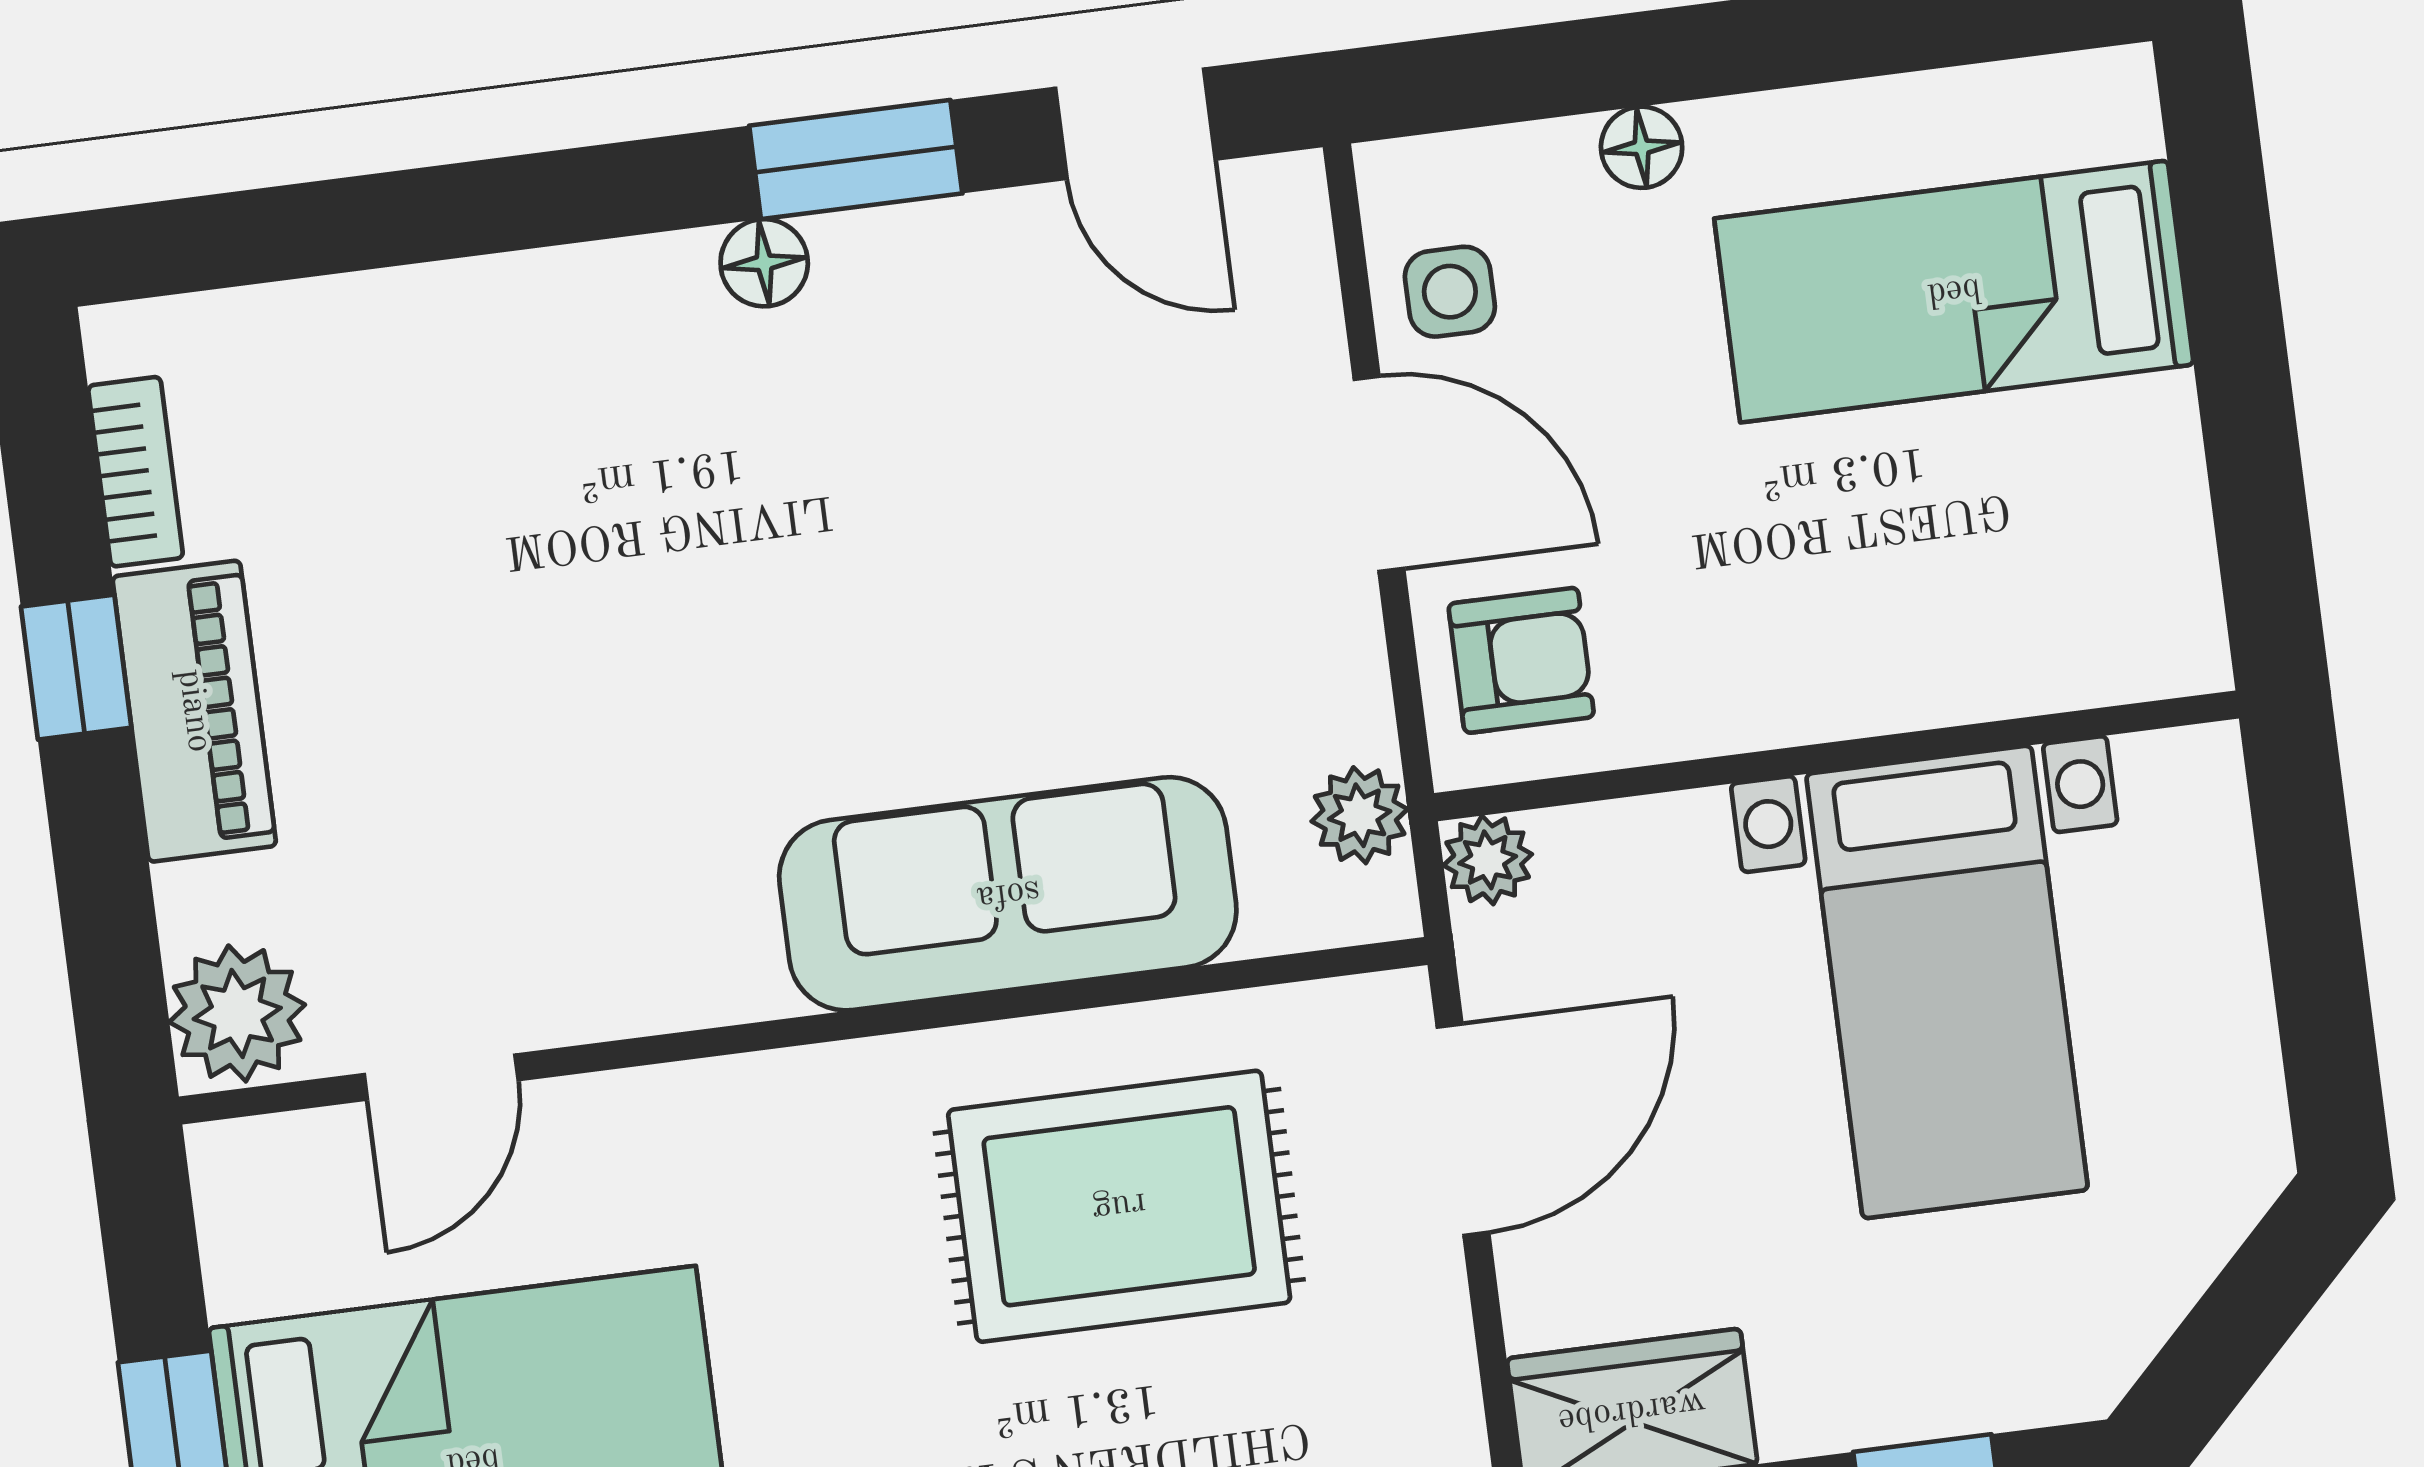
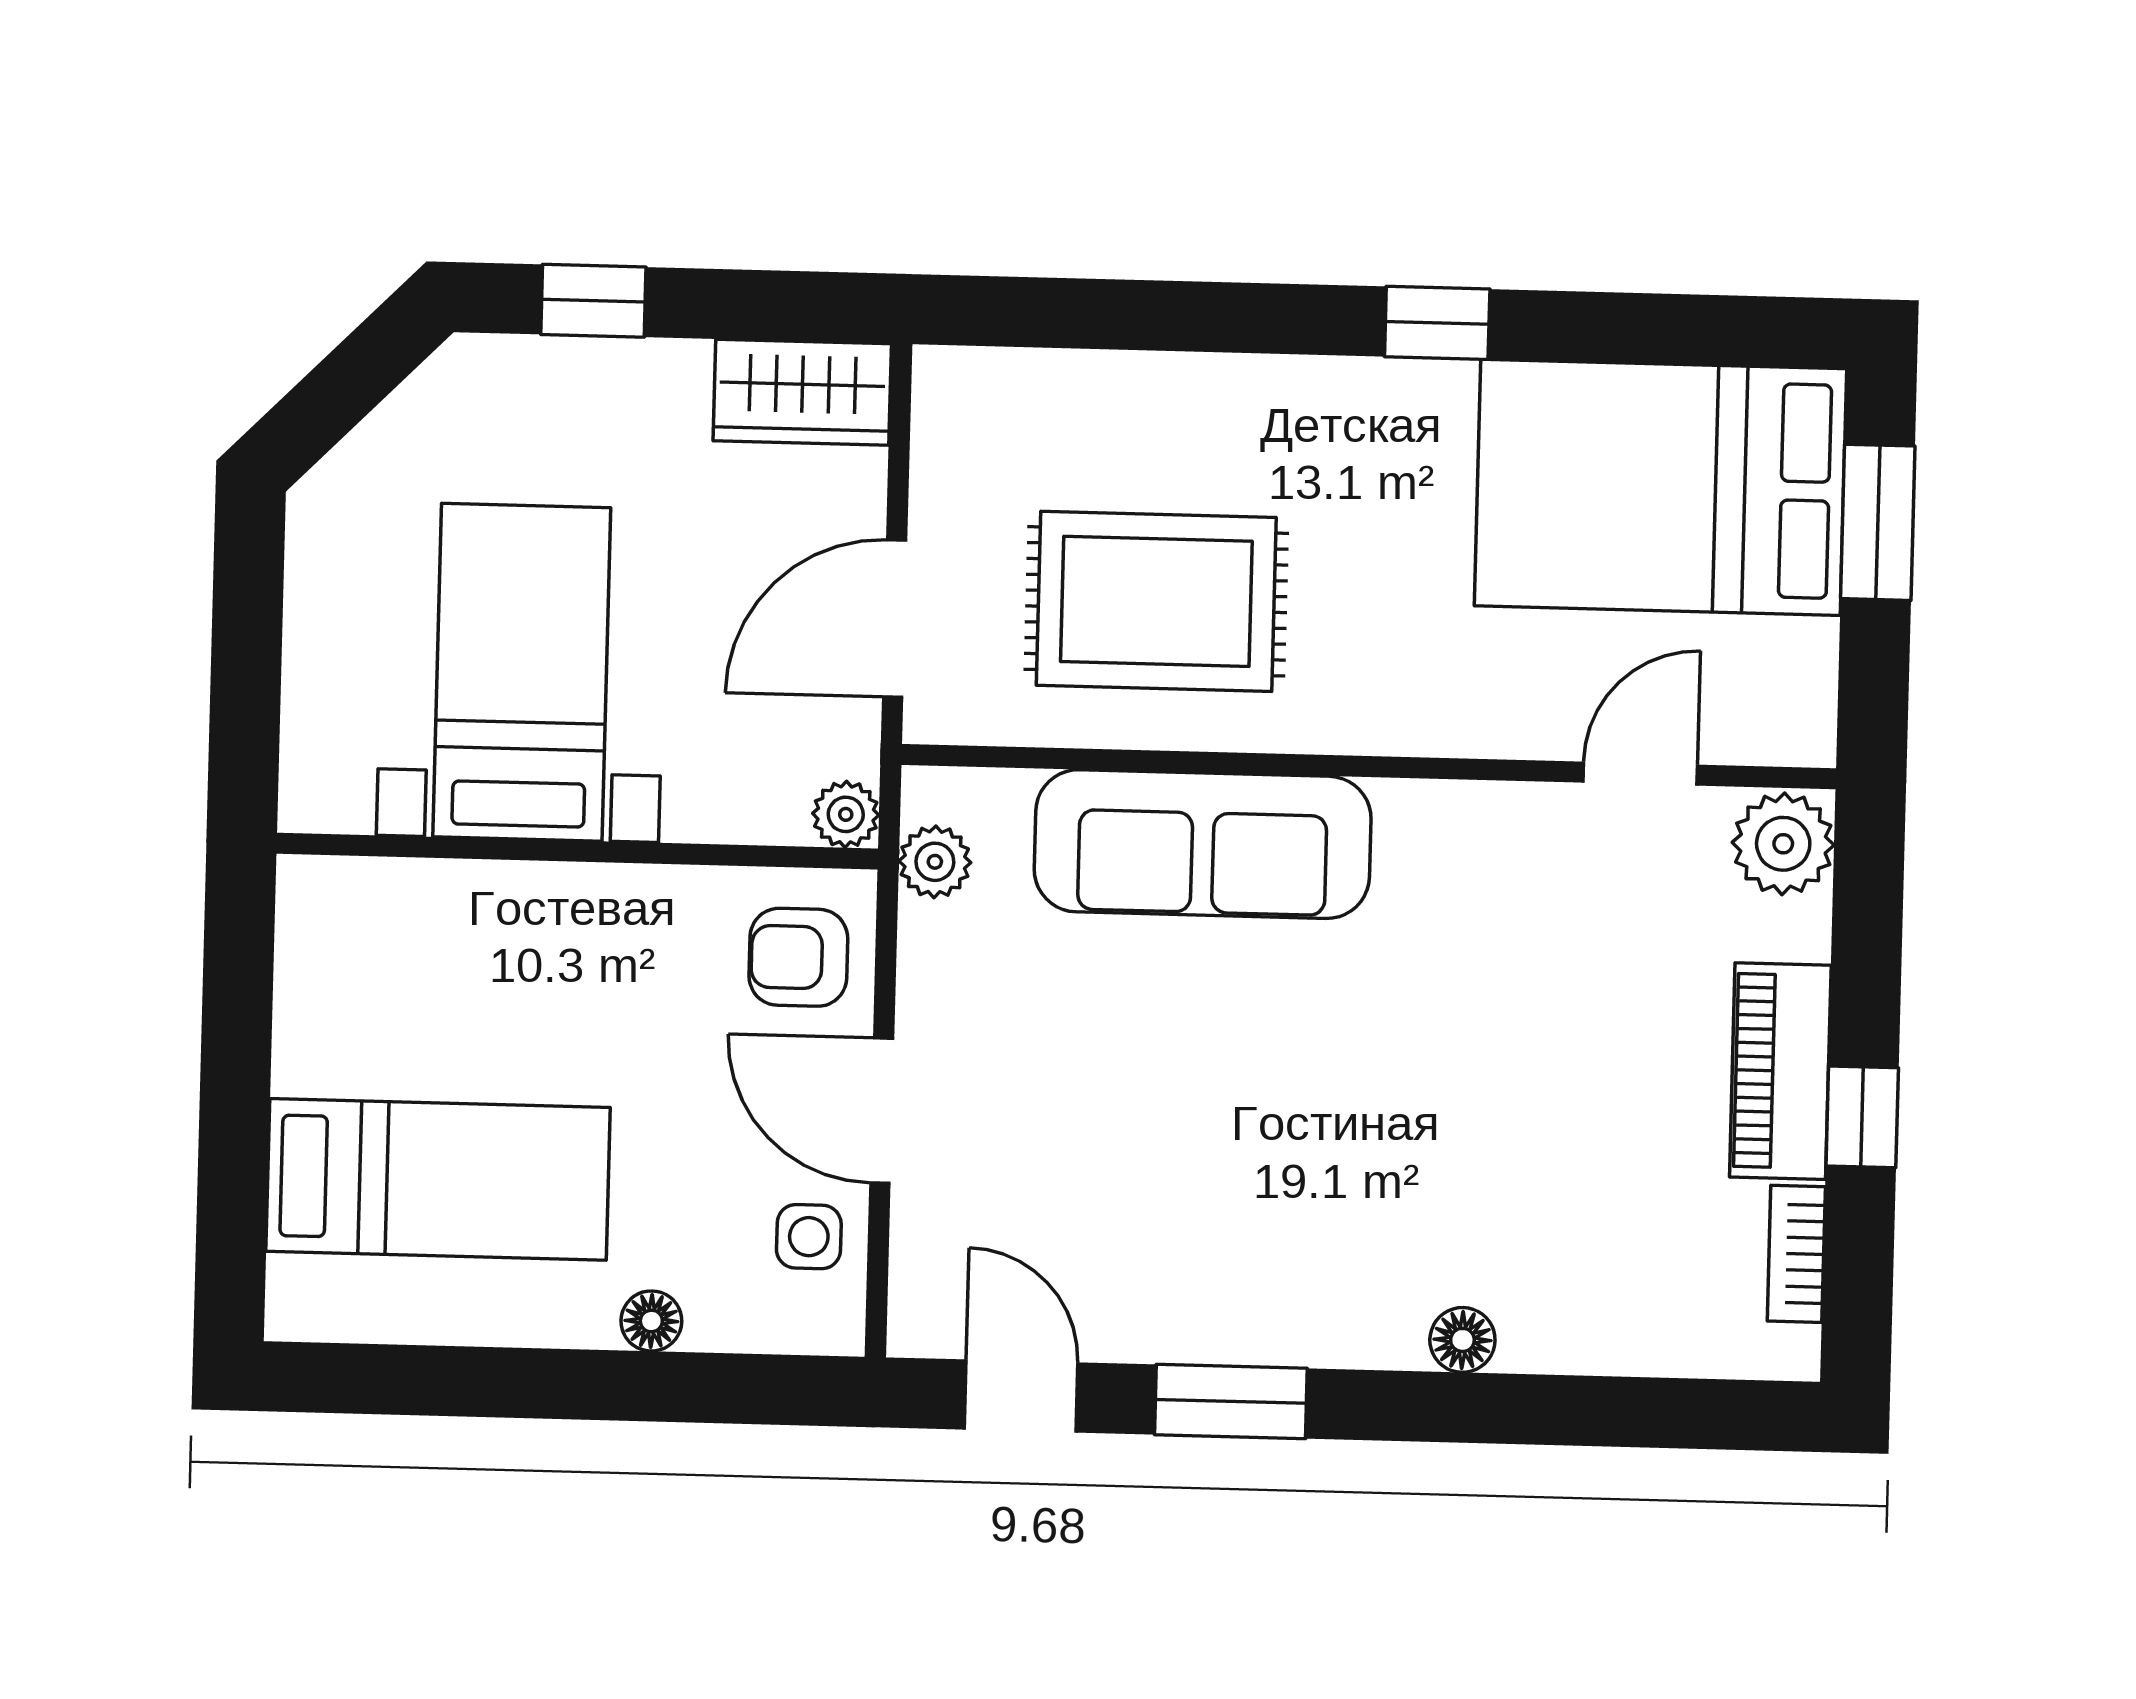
floor lamp: (764, 263) -> (1462, 1340), moved

